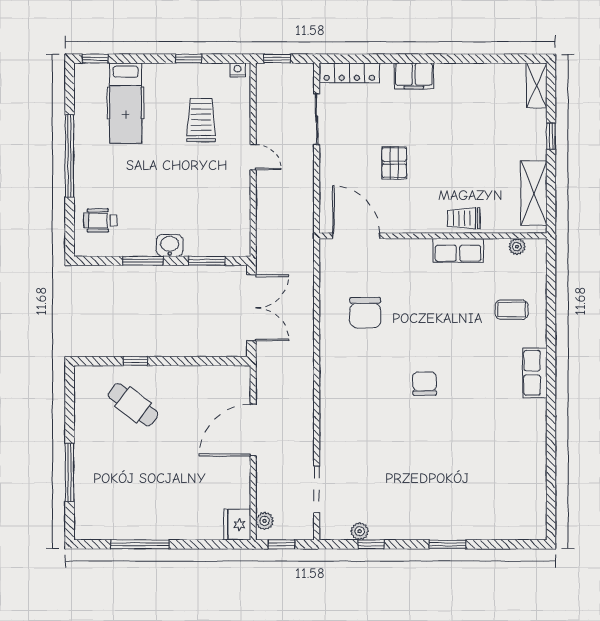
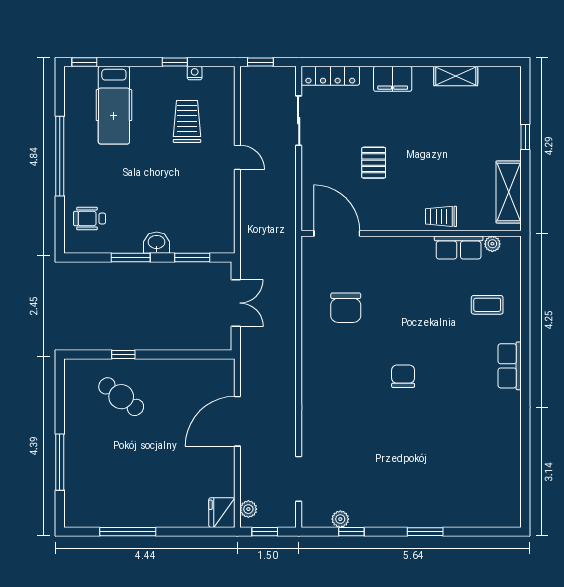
nightstand: (238, 70) -> (195, 73), moved
shelving: (537, 85) -> (456, 76), moved, turned 90
row of seats: (458, 250) -> (459, 247), moved
double door: (251, 308) -> (236, 303), width x0.73

